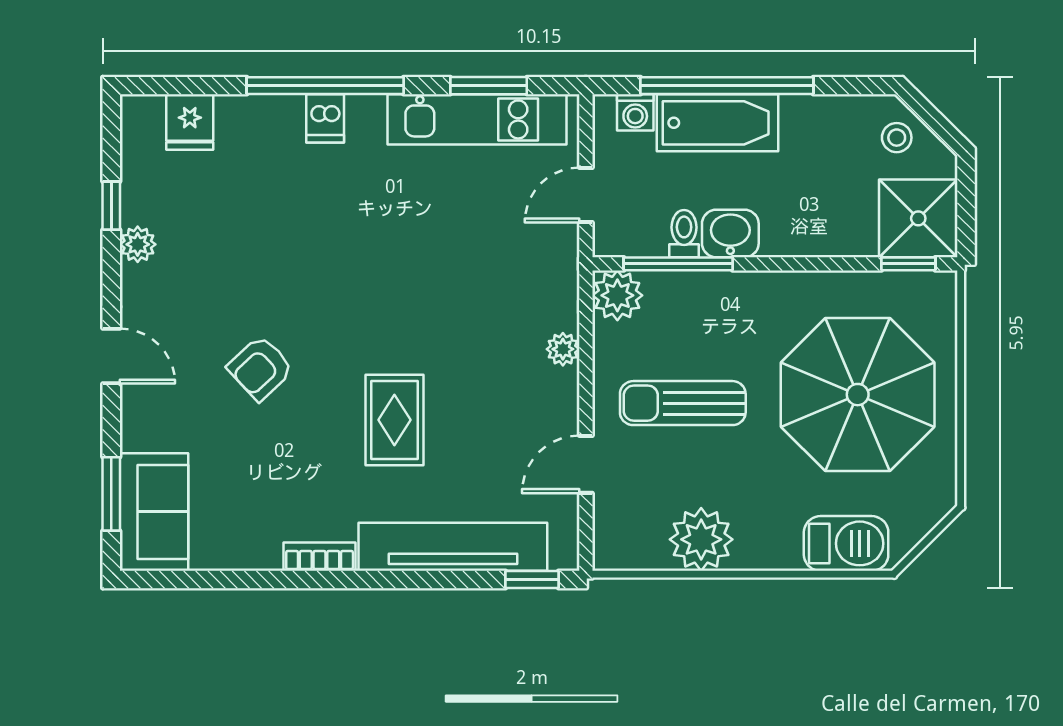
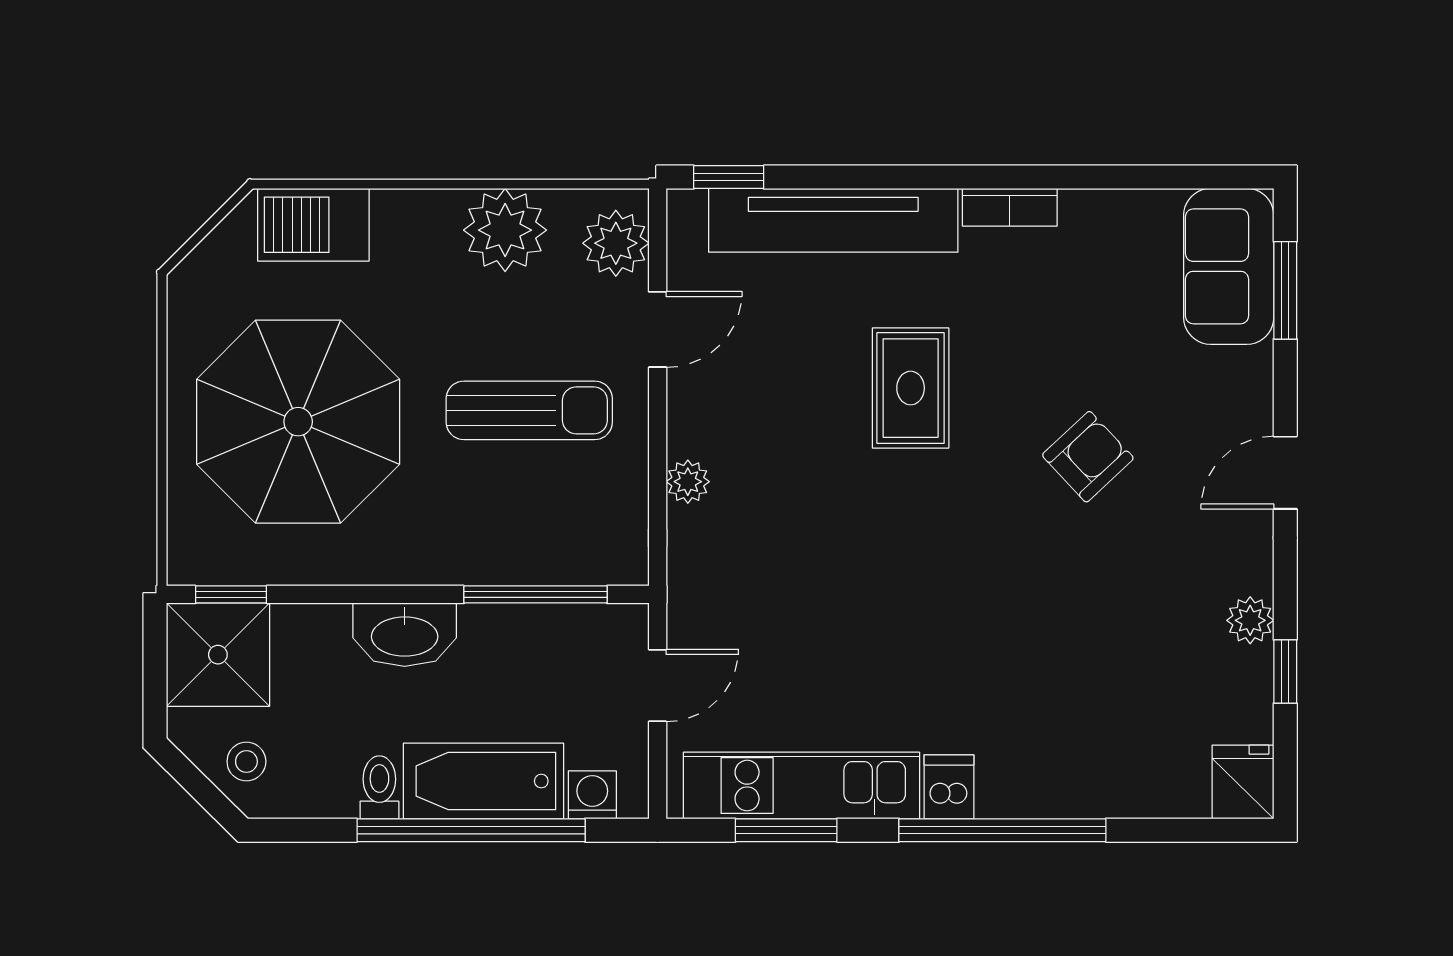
dishwasher: (325, 118) -> (949, 787), moved
fridge: (190, 122) -> (1243, 782), moved
washbasin: (730, 233) -> (405, 635), moved, width x1.38
toilet: (684, 234) -> (379, 787), moved, turned 180
plant: (617, 295) -> (616, 243), moved
door: (111, 356) -> (1285, 473), hinge flipped

